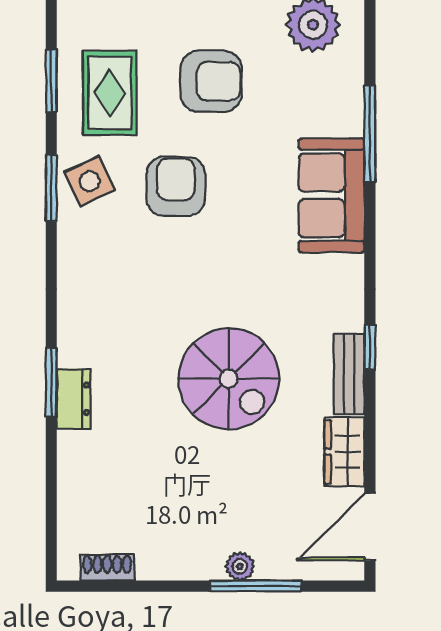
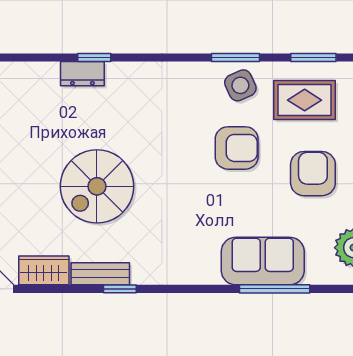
armchair: (211, 81) -> (313, 174), turned 180
sofa: (331, 195) -> (263, 261), moved
window: (51, 382) -> (94, 58), width x0.67

